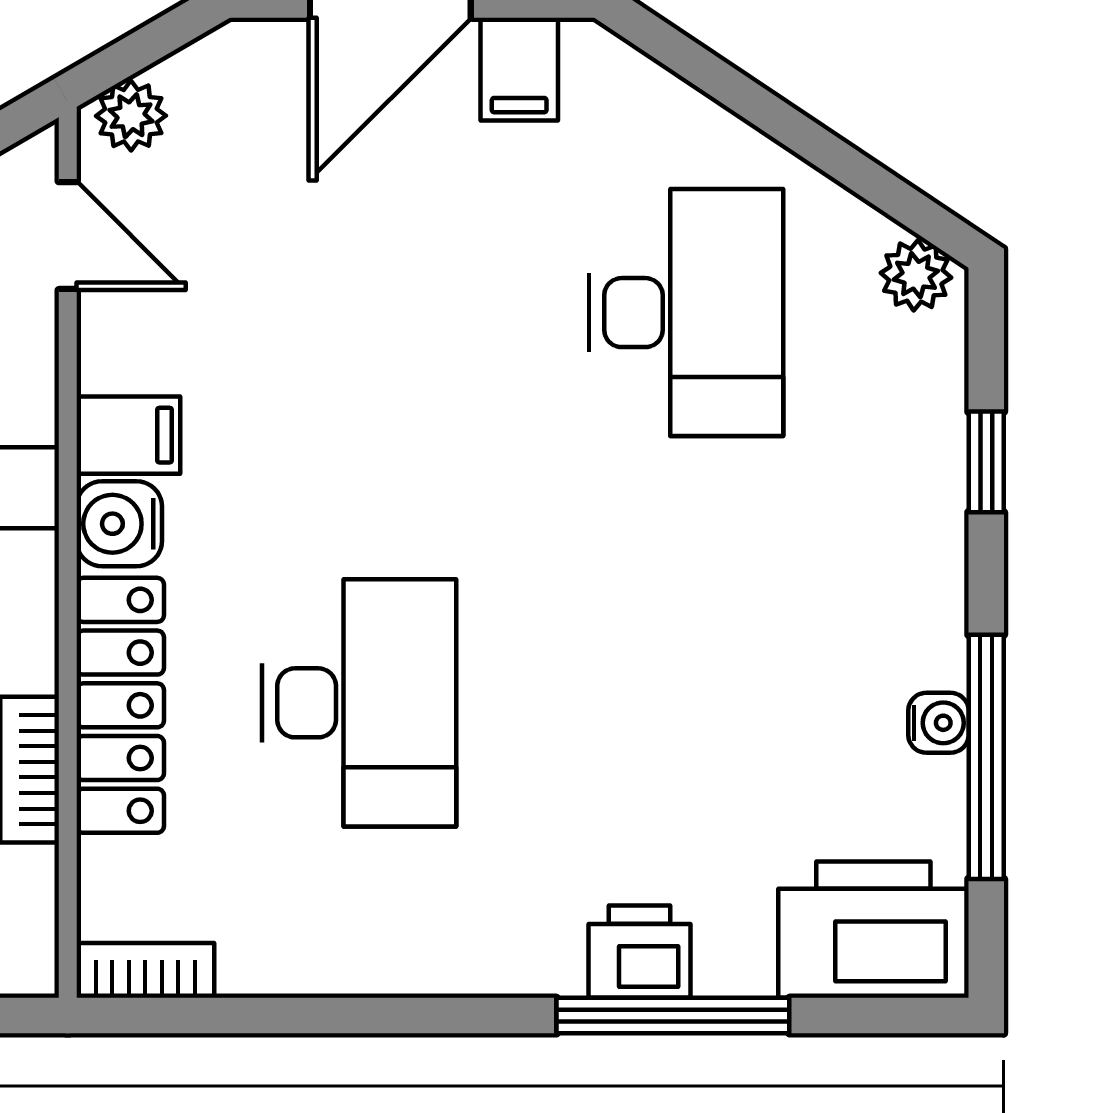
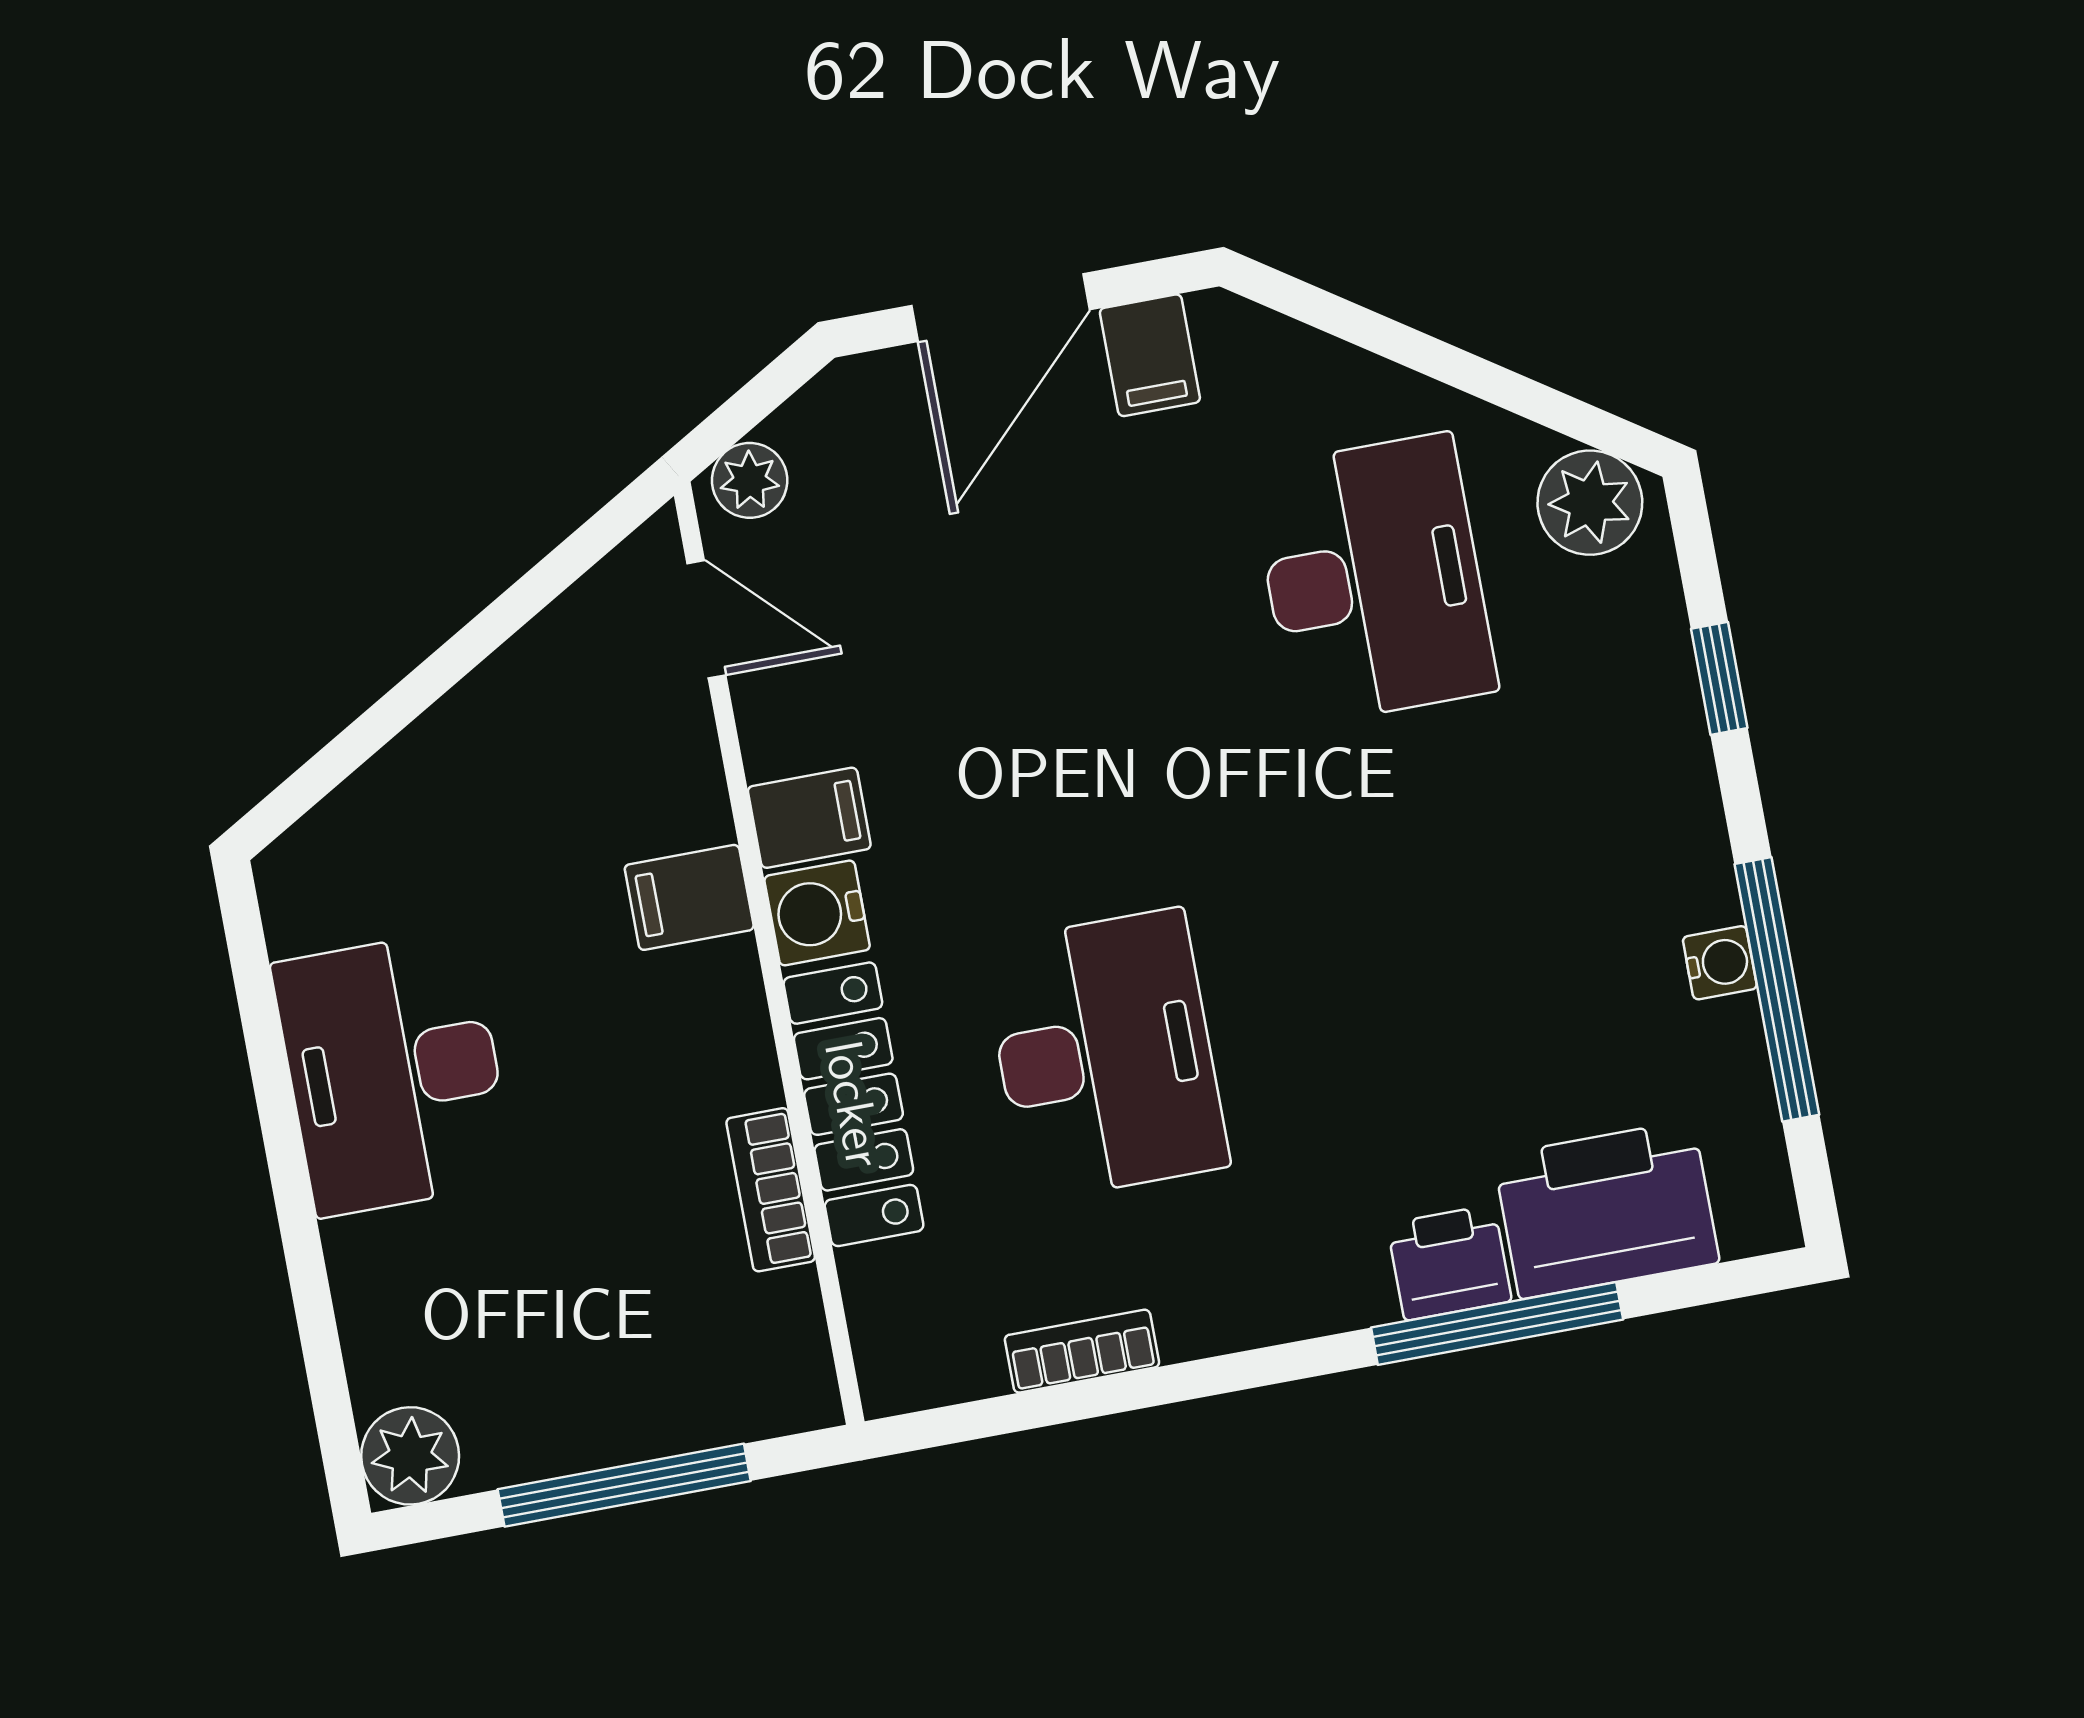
plant: (916, 275) -> (1590, 503), width x1.38, depth x1.38
printer: (873, 930) -> (1606, 1209), moved
bookcase: (145, 970) -> (1082, 1351), moved

